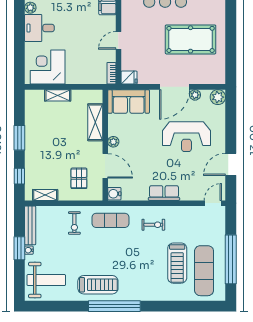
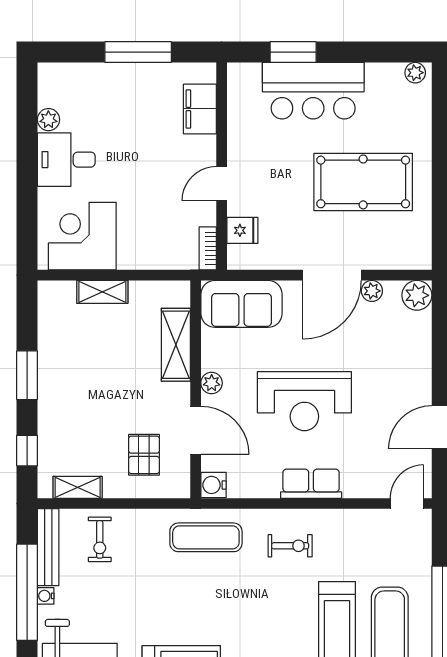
fridge: (129, 78) -> (242, 230), moved
reception desk: (186, 137) -> (304, 401), moved
exercise bike: (74, 223) -> (100, 539), moved
window: (19, 248) -> (27, 592), width x2.11

